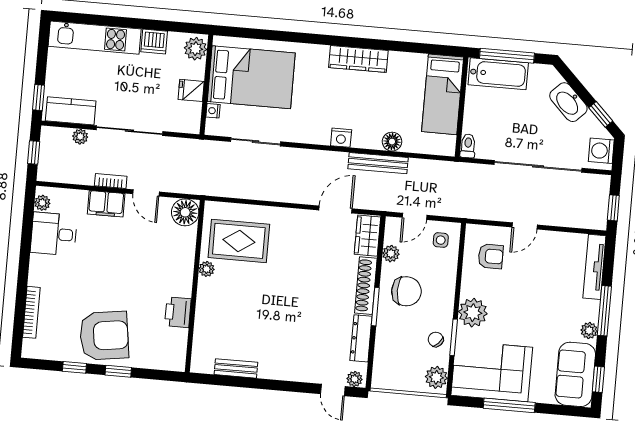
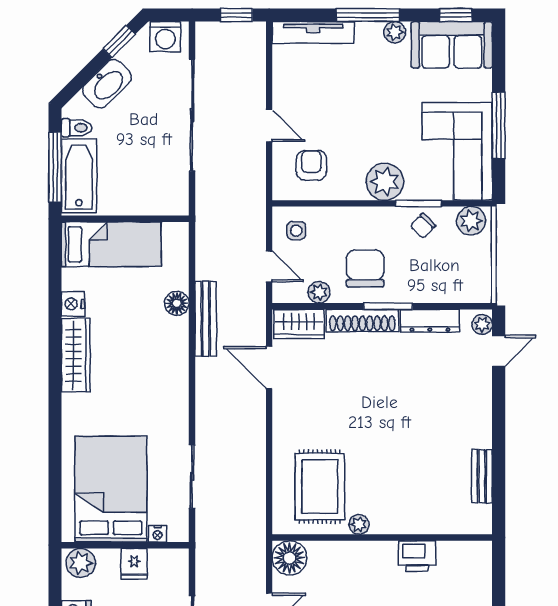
nightstand: (341, 138) -> (73, 304), moved, turned 180
toilet: (468, 146) -> (77, 128), moved, turned 180

